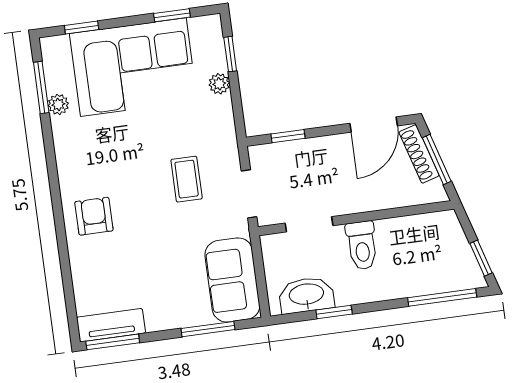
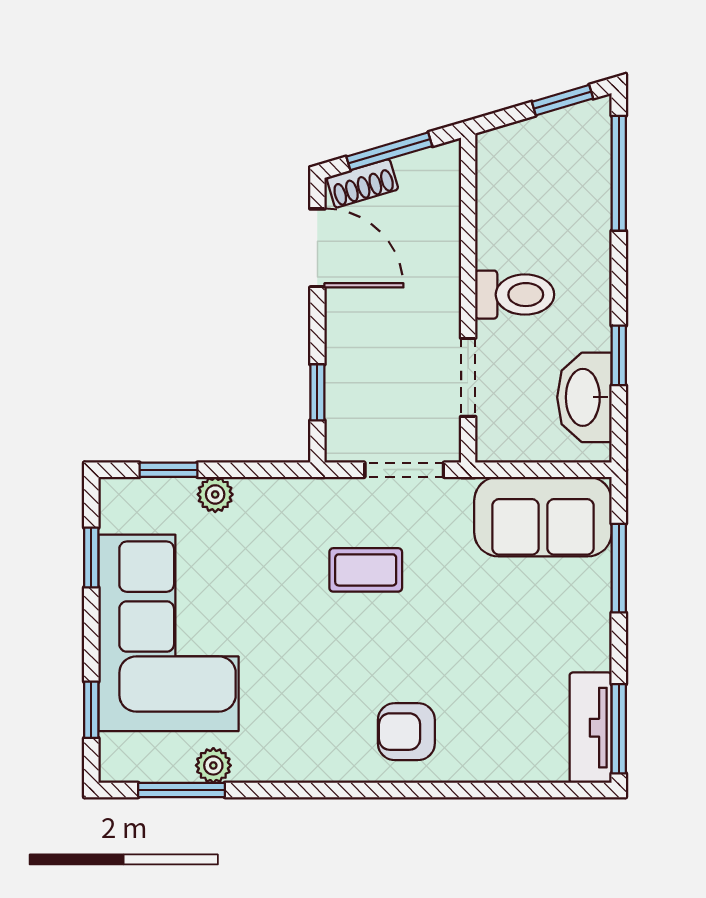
shoe rack: (419, 154) -> (362, 183), width x0.70

